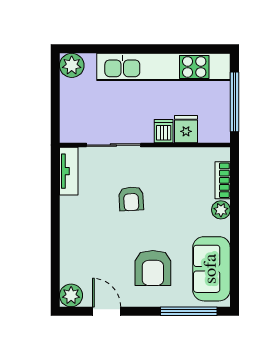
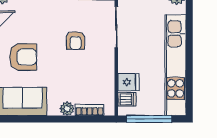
dishwasher: (164, 131) -> (127, 99), moved
armchair: (131, 199) -> (76, 41), turned -87
armchair: (153, 268) -> (23, 57), turned 180

